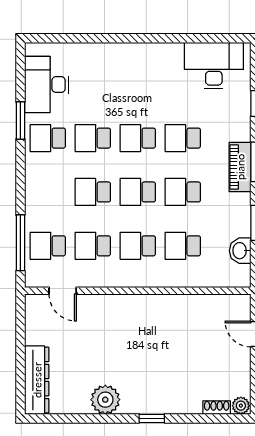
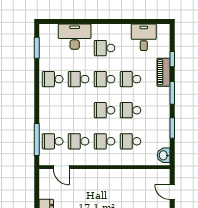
desk: (214, 66) -> (144, 37), width x0.73
desk: (47, 85) -> (75, 37), moved, turned 90
window: (20, 120) -> (37, 48), moved
piano: (240, 167) -> (164, 72), moved
school desk: (93, 192) -> (105, 48), moved
washbasin: (240, 251) -> (164, 155), moved

